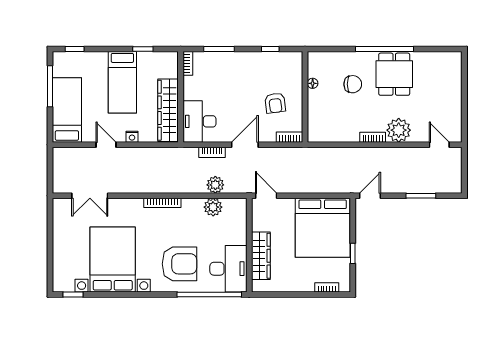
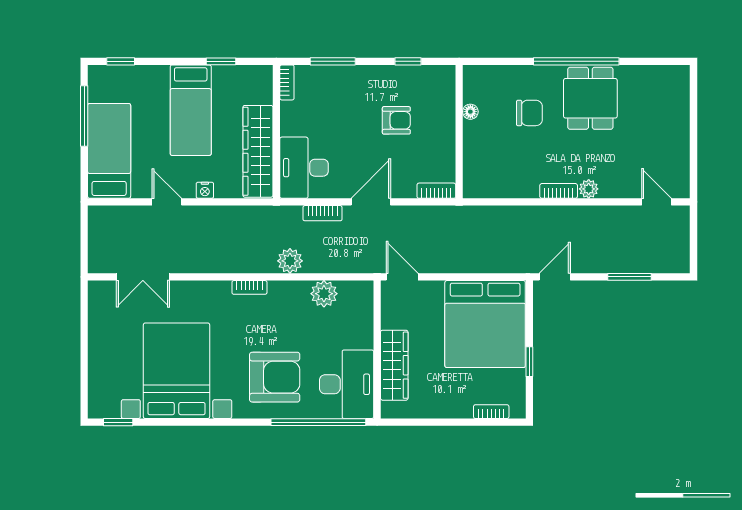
armchair: (275, 103) -> (396, 120), moved, turned -83
plant: (399, 130) -> (589, 189), width x0.53, depth x0.53
plant: (215, 185) -> (290, 261), moved
bookcase: (162, 203) -> (249, 287), width x0.64

